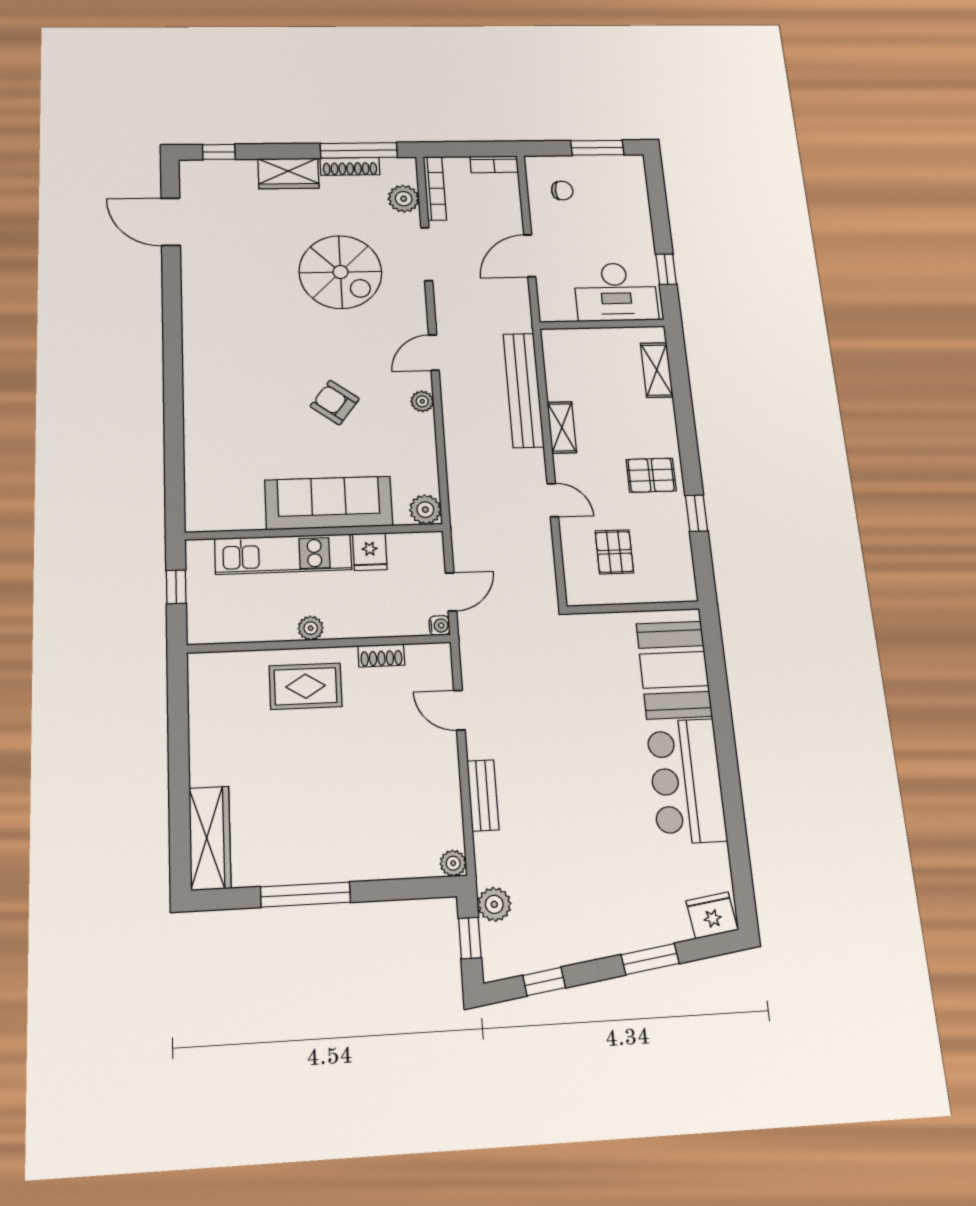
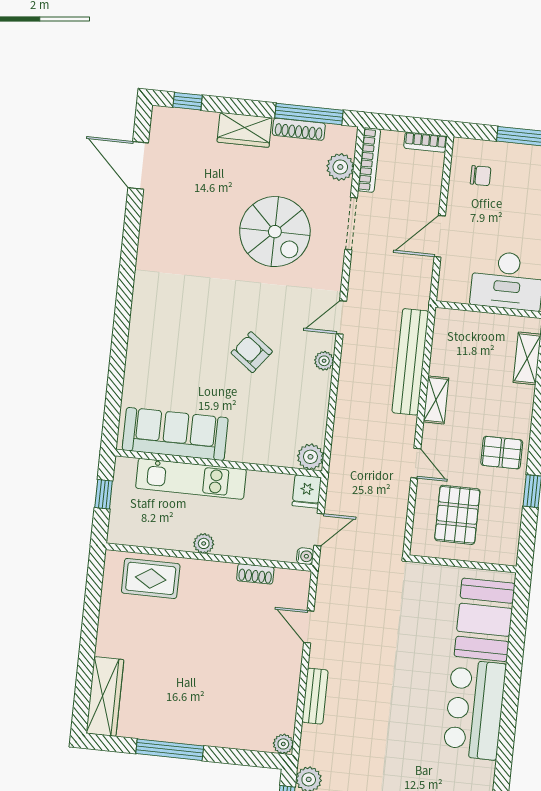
sofa: (329, 503) -> (175, 434), moved
fridge: (370, 552) -> (307, 491), moved
pallet: (614, 552) -> (457, 515), width x1.50, depth x1.42
rug: (306, 686) -> (151, 578), moved

